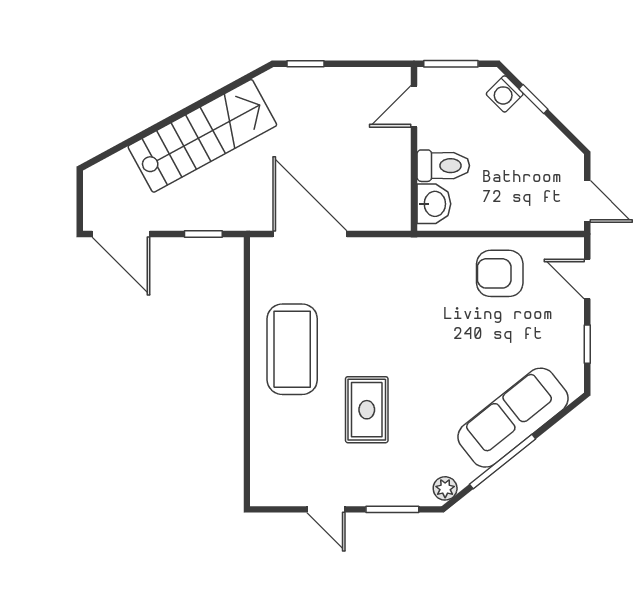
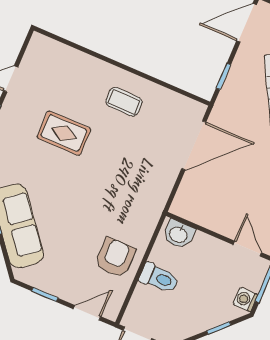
washing machine: (505, 94) -> (245, 300), moved, turned -45
toilet: (443, 166) -> (159, 278), moved, turned -90
coffee table: (292, 349) -> (124, 102), width x0.54, depth x0.58

